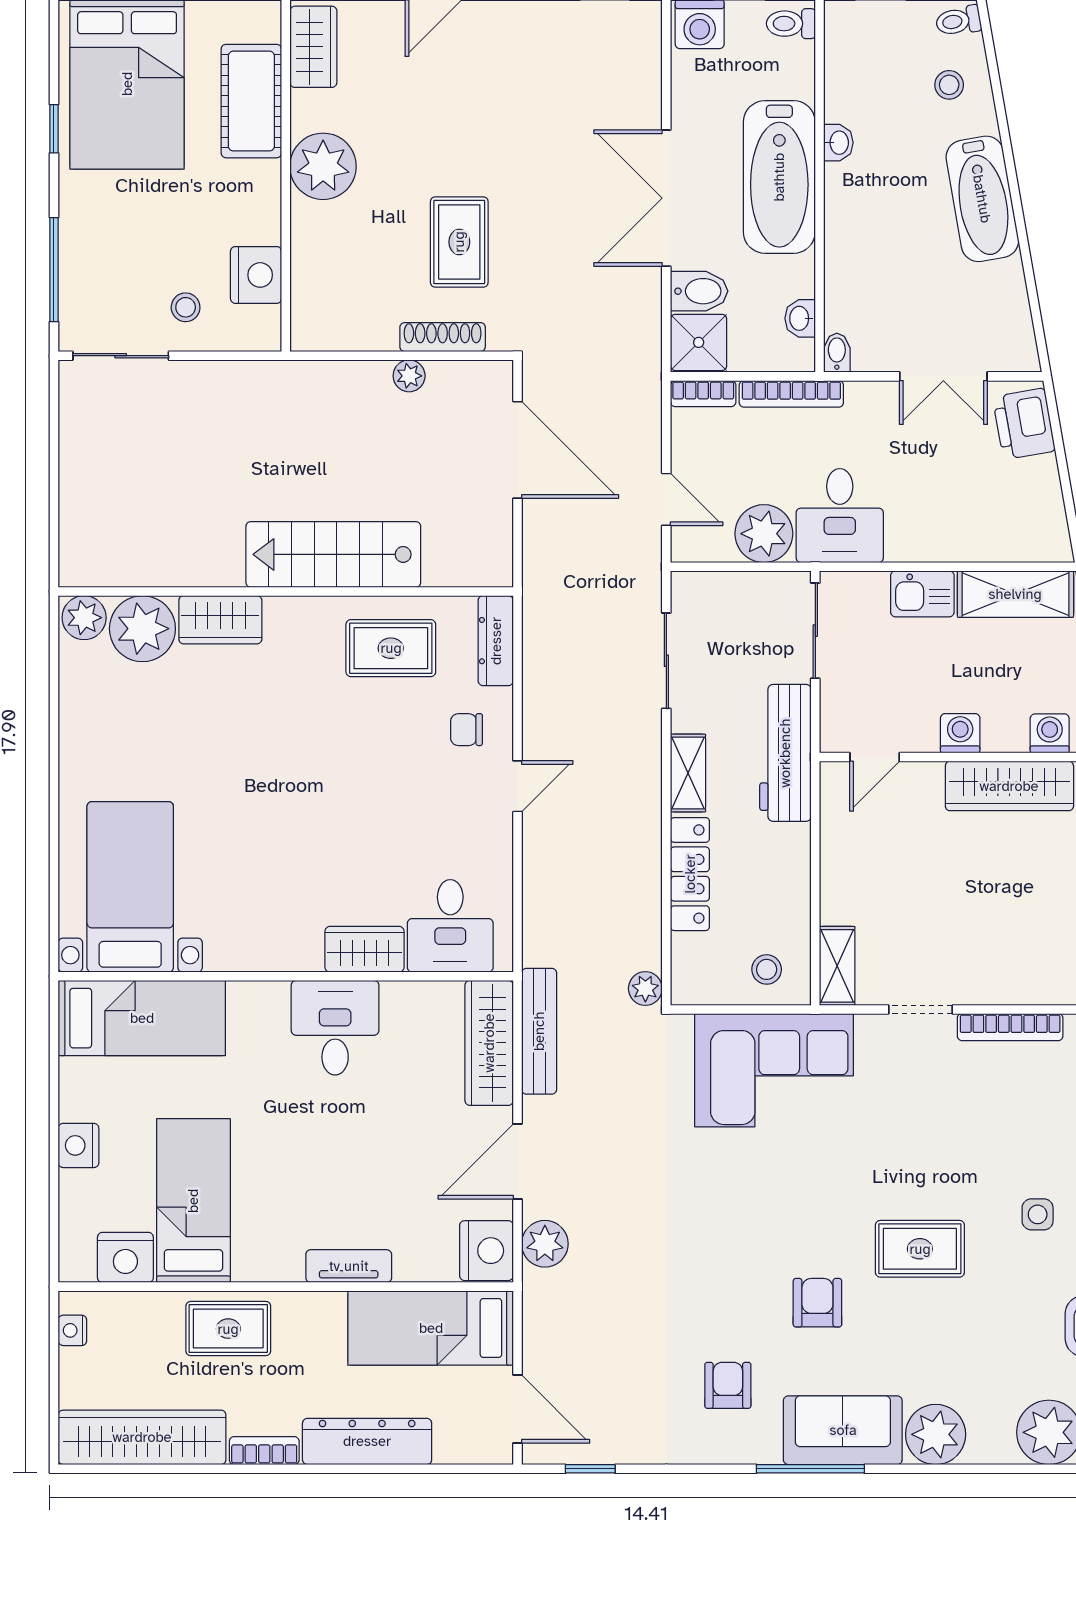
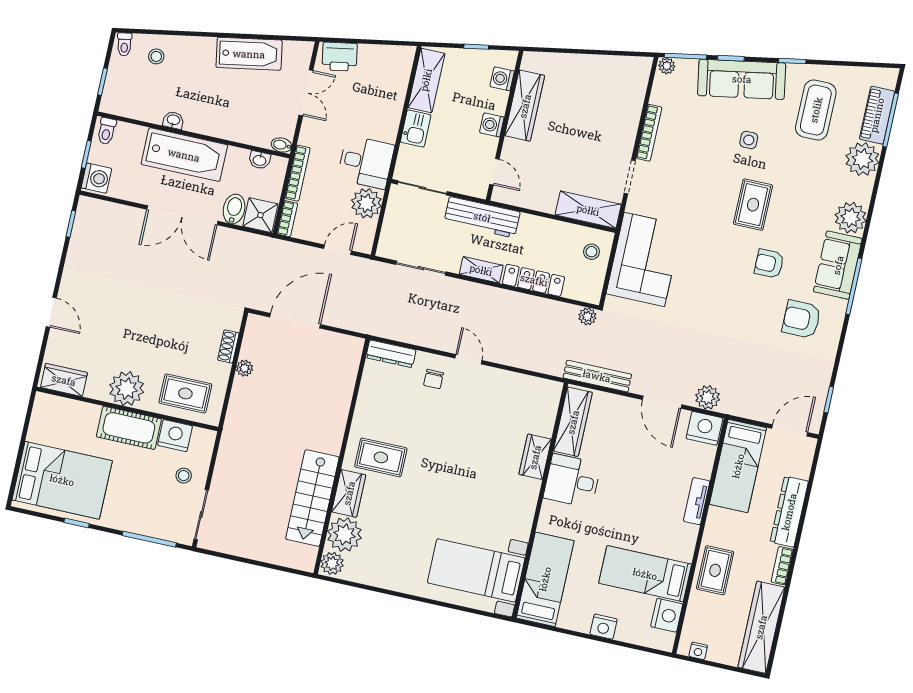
cot: (251, 101) -> (129, 428), moved
bathtub: (982, 199) -> (249, 54), moved
rug: (459, 242) -> (185, 393), moved
shoe rack: (443, 337) -> (228, 346), width x0.70
stairs: (333, 554) -> (312, 498), moved
rug: (391, 648) -> (381, 457), moved, turned 90
desk: (450, 926) -> (533, 410), removed
shelving: (837, 966) -> (588, 210), width x1.50, depth x1.33
wardrobe: (489, 1043) -> (573, 422), moved, turned -90
armchair: (728, 1385) -> (801, 319), width x1.38, depth x1.38

